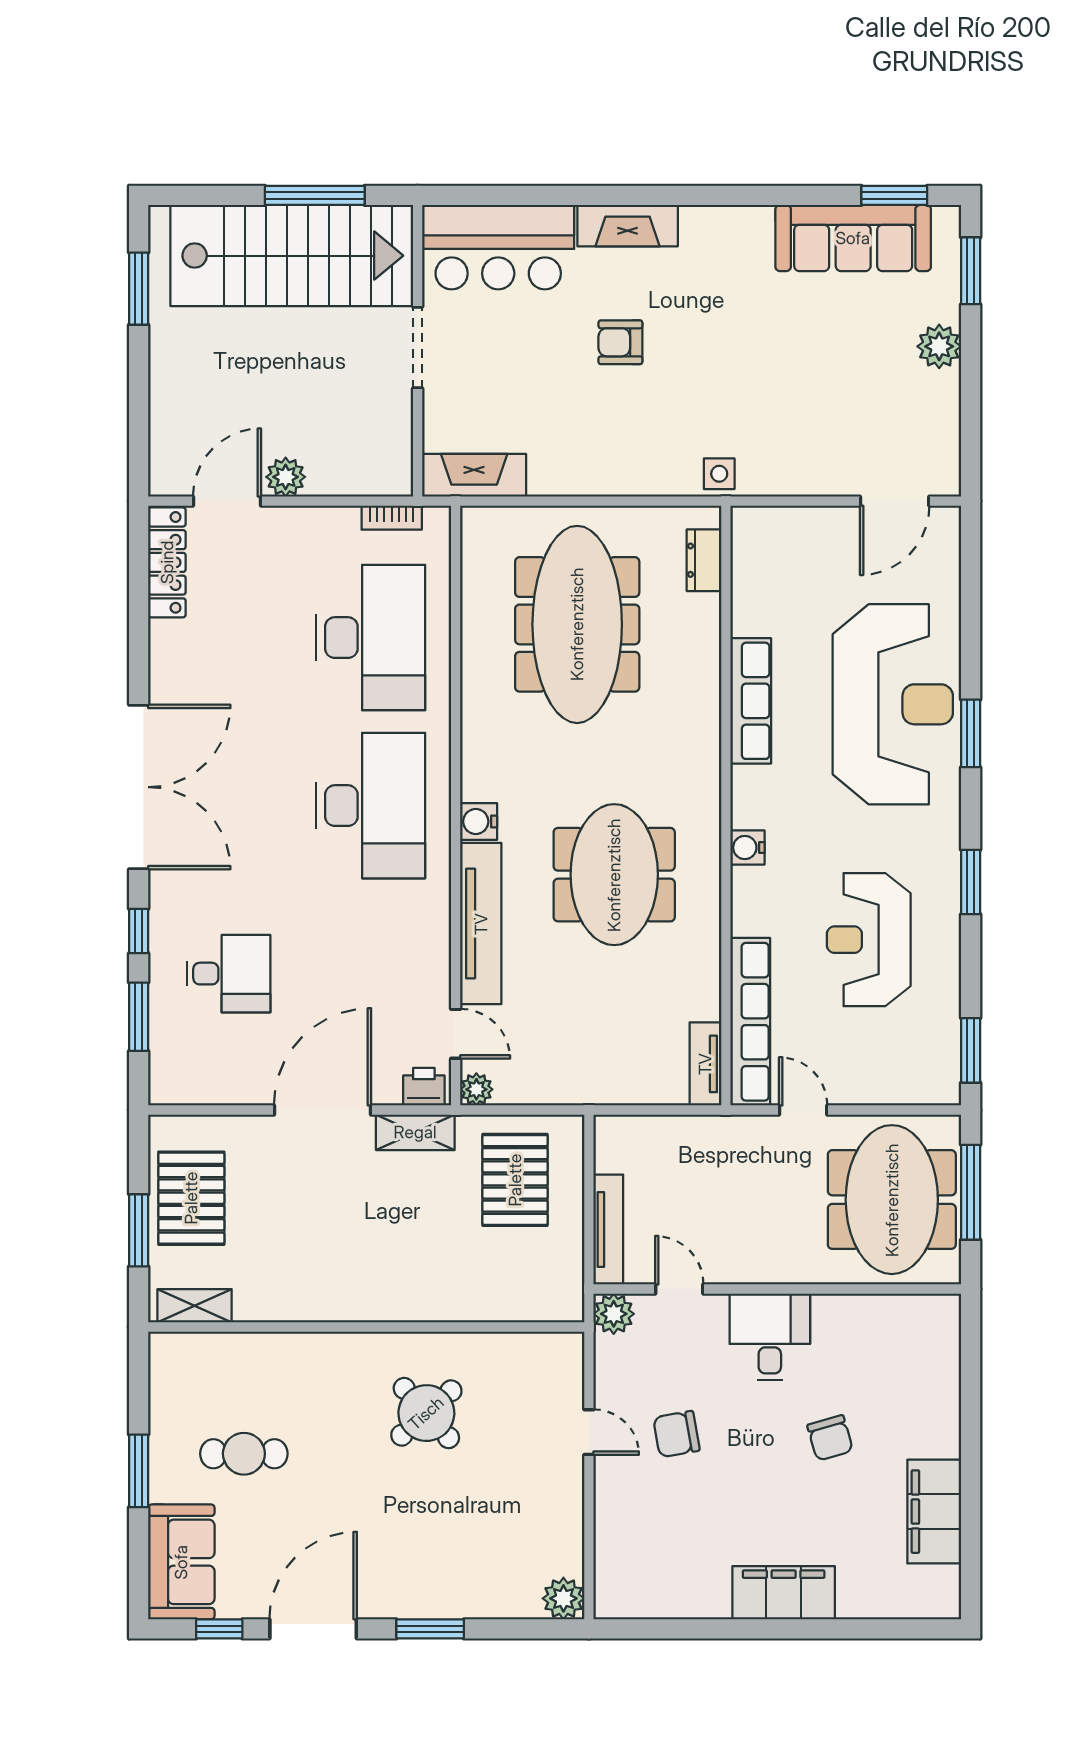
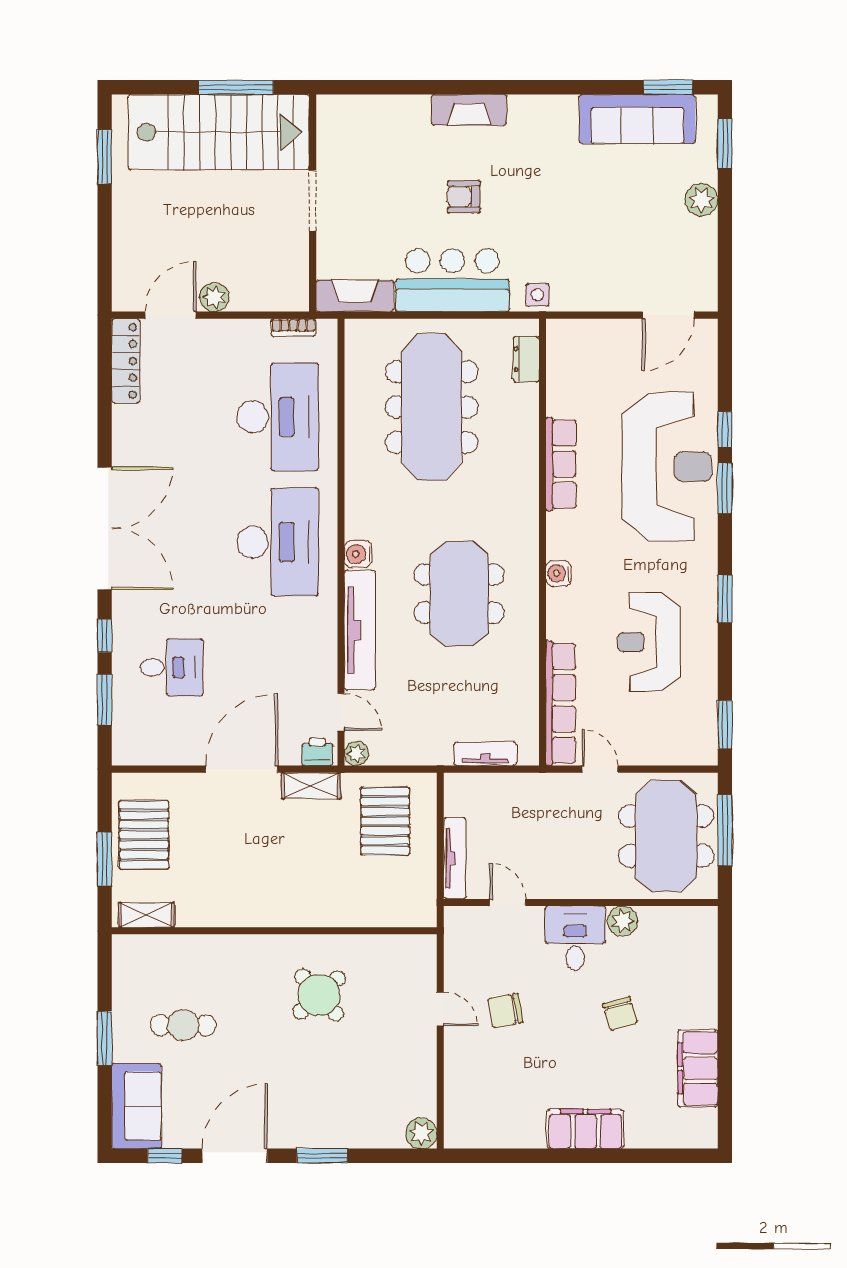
bar counter: (498, 247) -> (452, 280), moved, turned 180
window: (971, 655) -> (725, 430), added
tv unit: (705, 1064) -> (485, 754), moved, turned 90
plant: (614, 1314) -> (623, 921), moved

